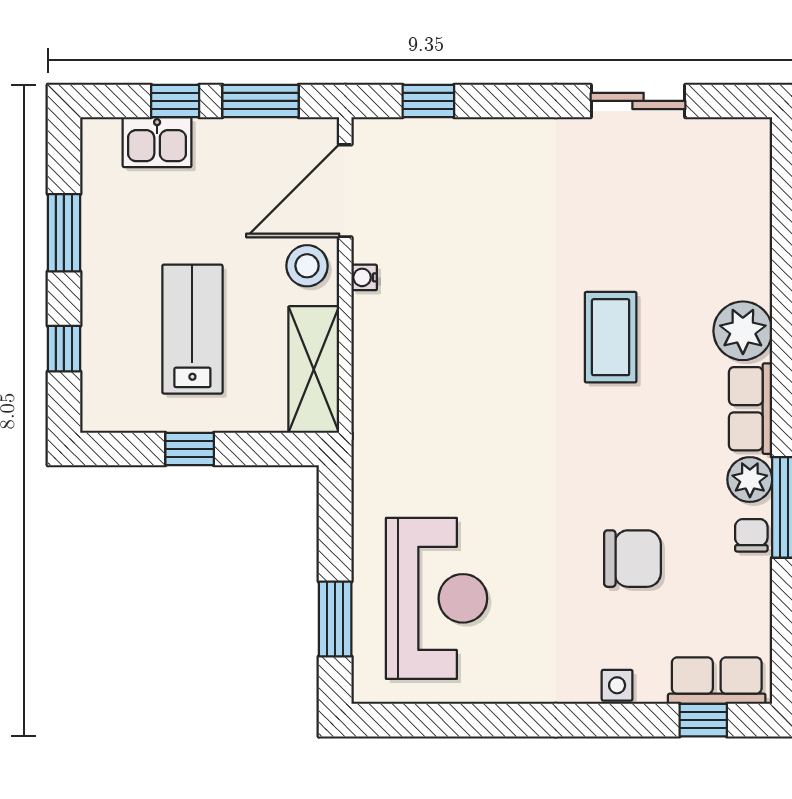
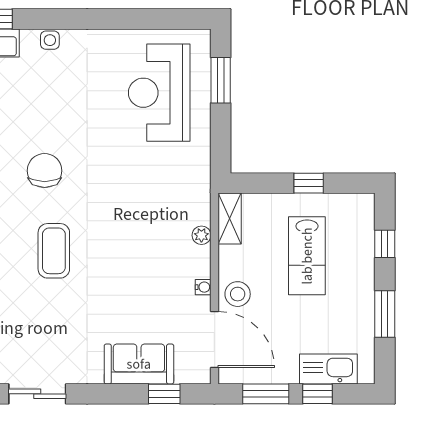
kitchen sink: (157, 142) -> (328, 369), width x1.38
sofa: (470, 150) -> (139, 364), added
door: (345, 191) -> (214, 339), hinge flipped
plant: (367, 363) -> (201, 235), added
shelving: (314, 369) -> (230, 219), width x0.67, depth x0.75
chair: (632, 559) -> (45, 171), moved, turned 90

